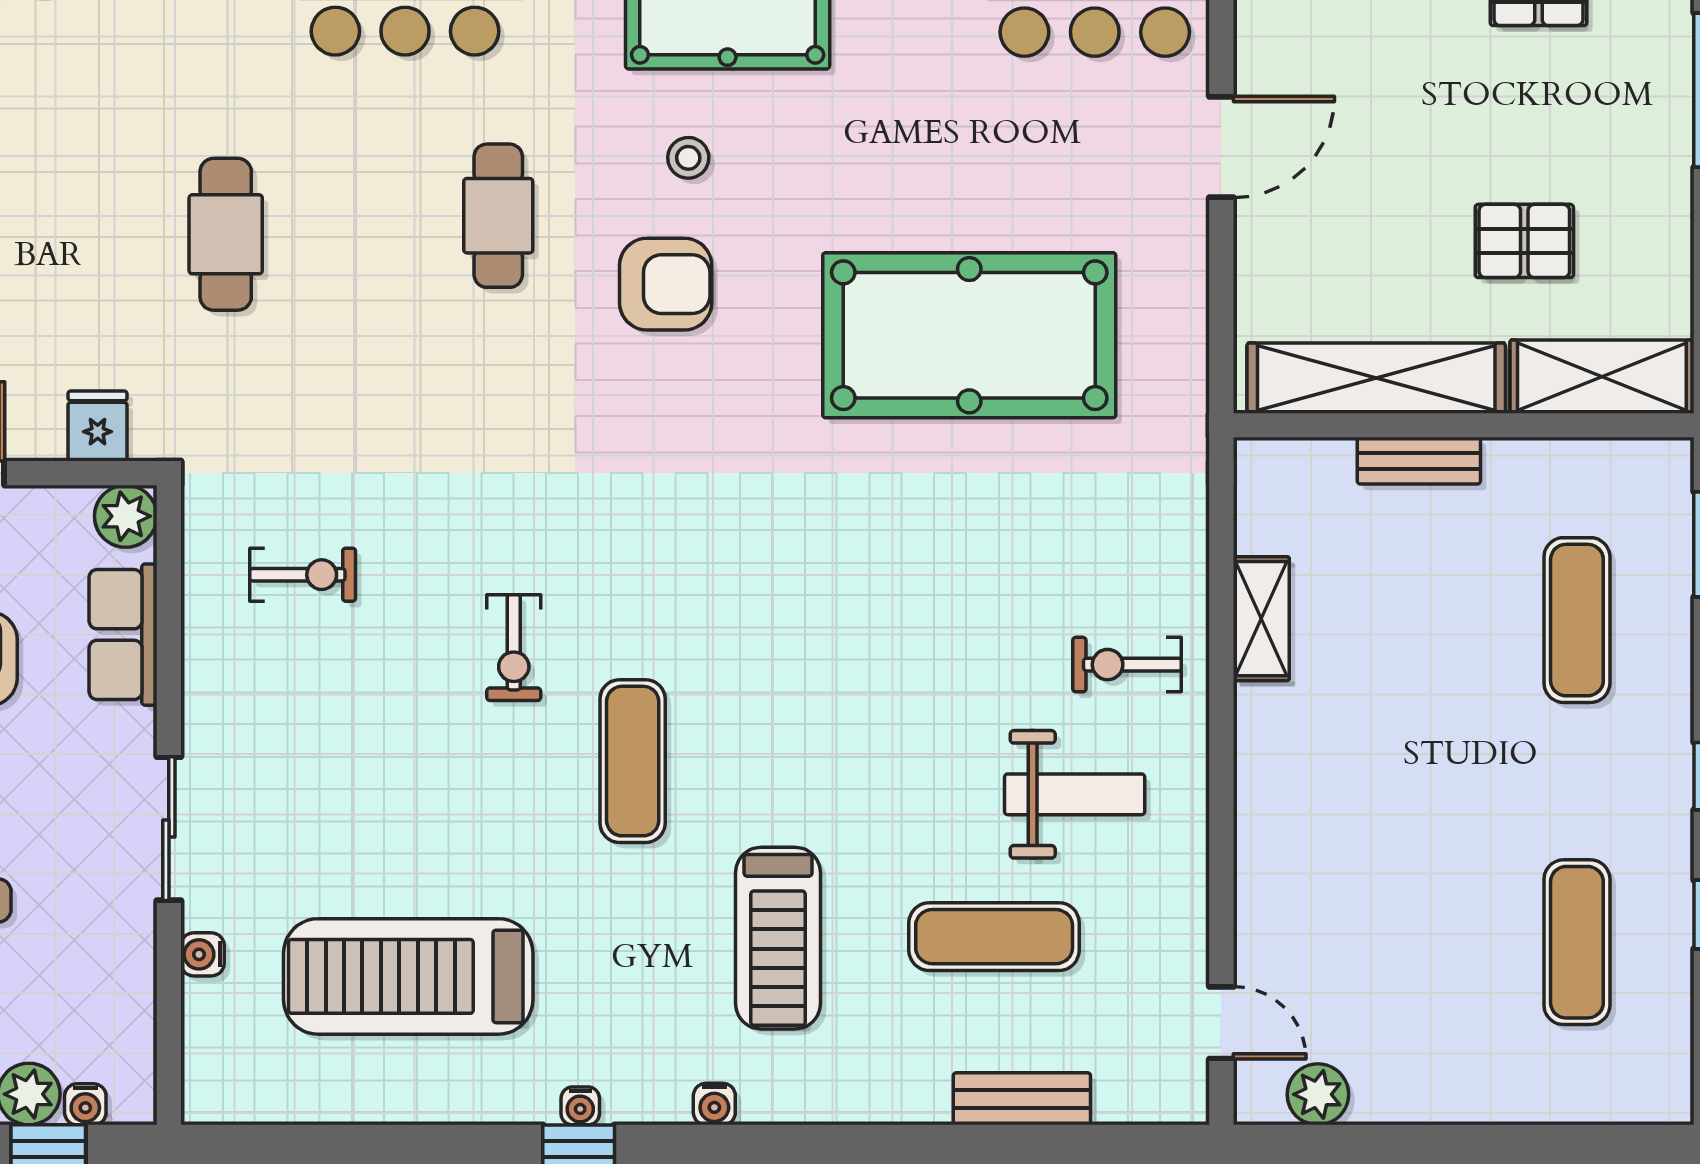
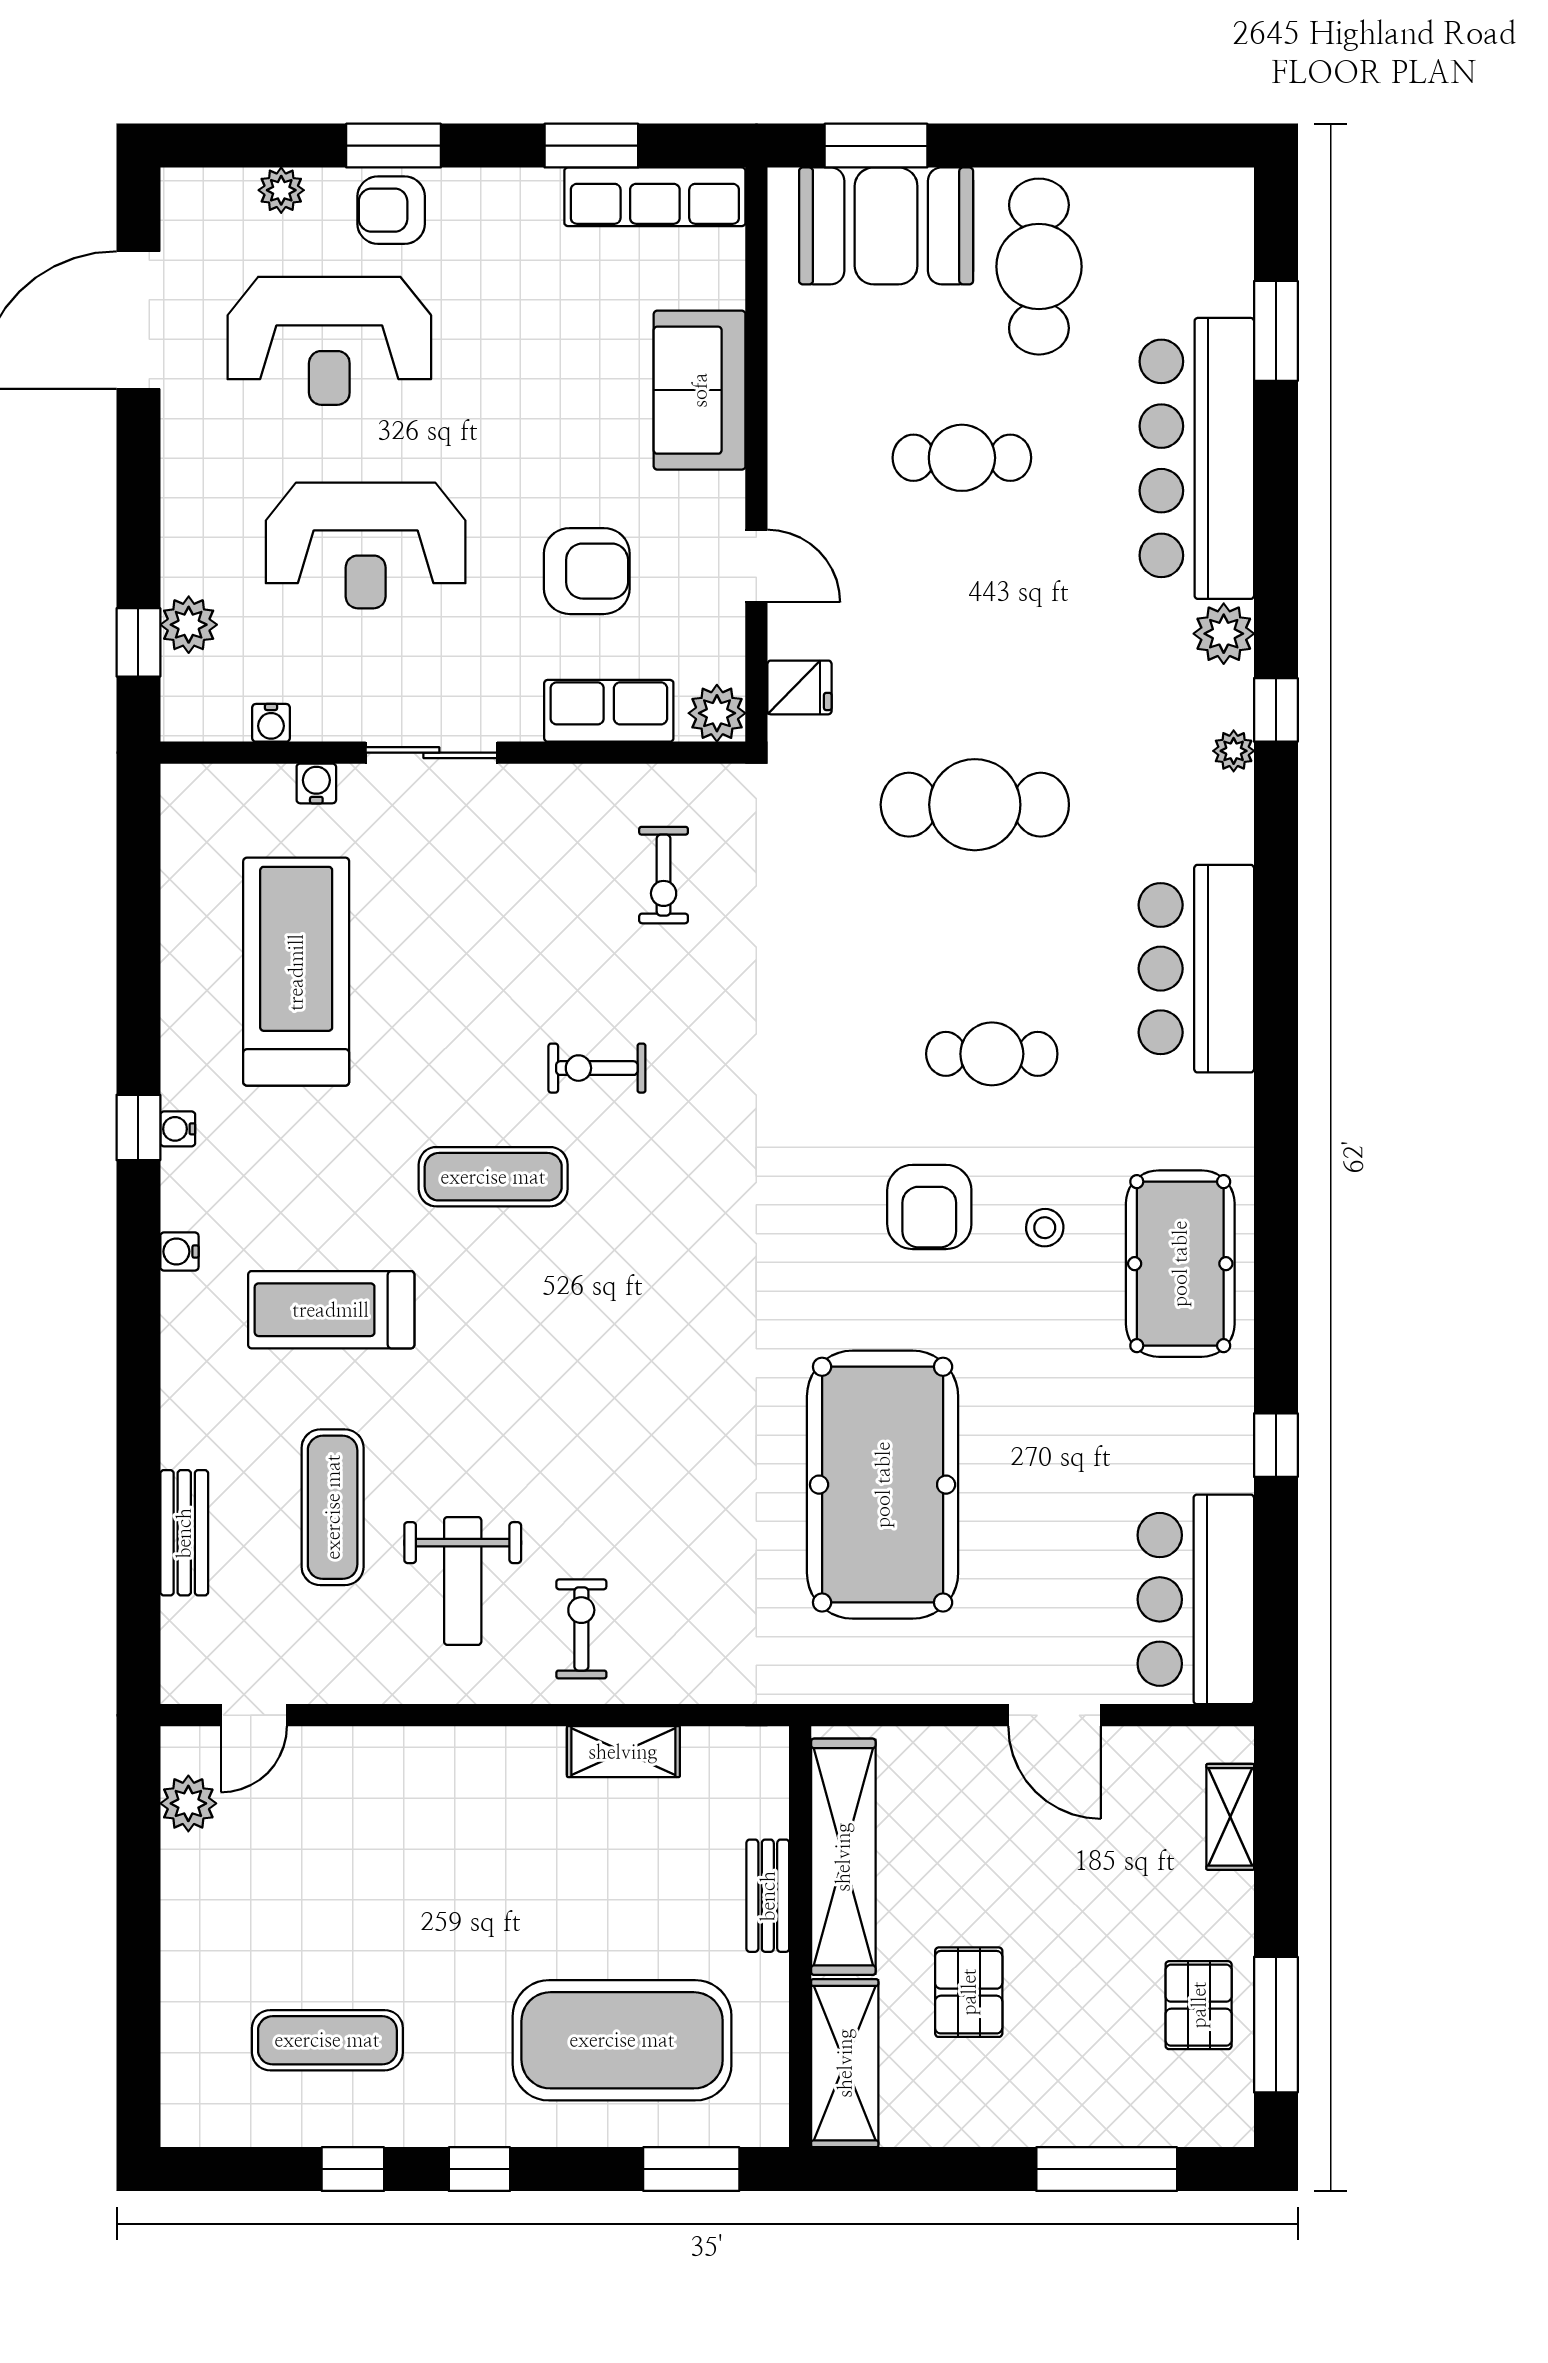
cafe table: (226, 234) -> (975, 805), width x1.37, depth x1.35
exercise mat: (1577, 620) -> (622, 2040), width x2.00, depth x1.45
water cooler: (85, 1104) -> (271, 723), moved, turned -90

